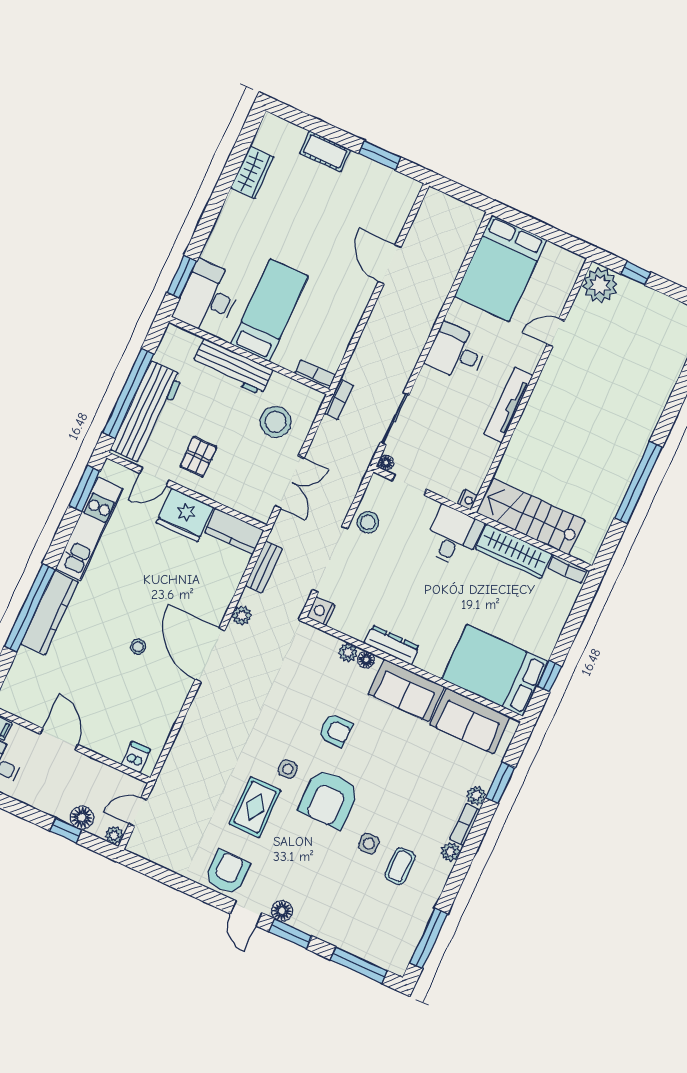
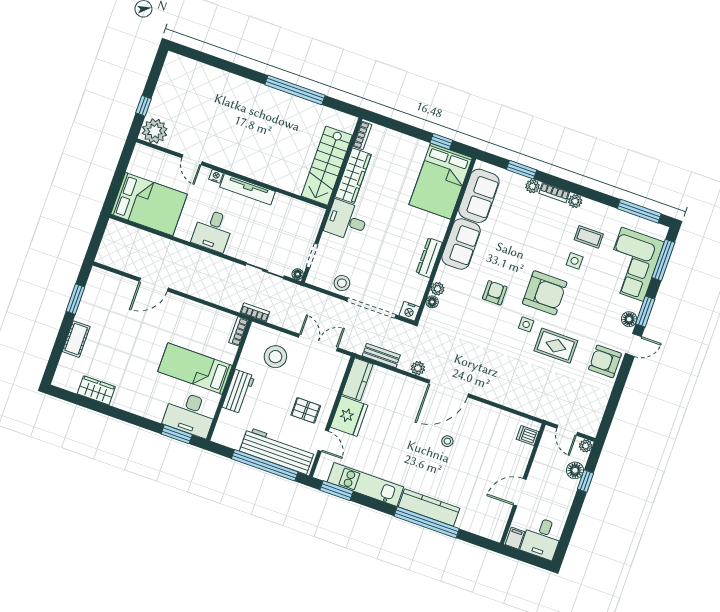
workbench: (233, 367) -> (238, 392), width x0.73
nightstand: (468, 500) -> (216, 176), moved
floor lamp: (366, 660) -> (432, 302), moved
corner sofa: (357, 922) -> (632, 264), added

